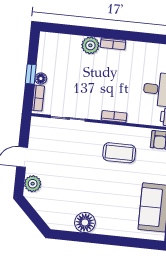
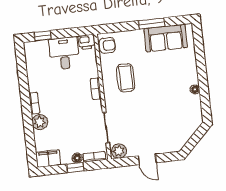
filing cabinet: (47, 46) -> (48, 159), added
plant: (33, 184) -> (119, 151), moved
floor lamp: (85, 222) -> (195, 89), width x0.53, depth x0.53

